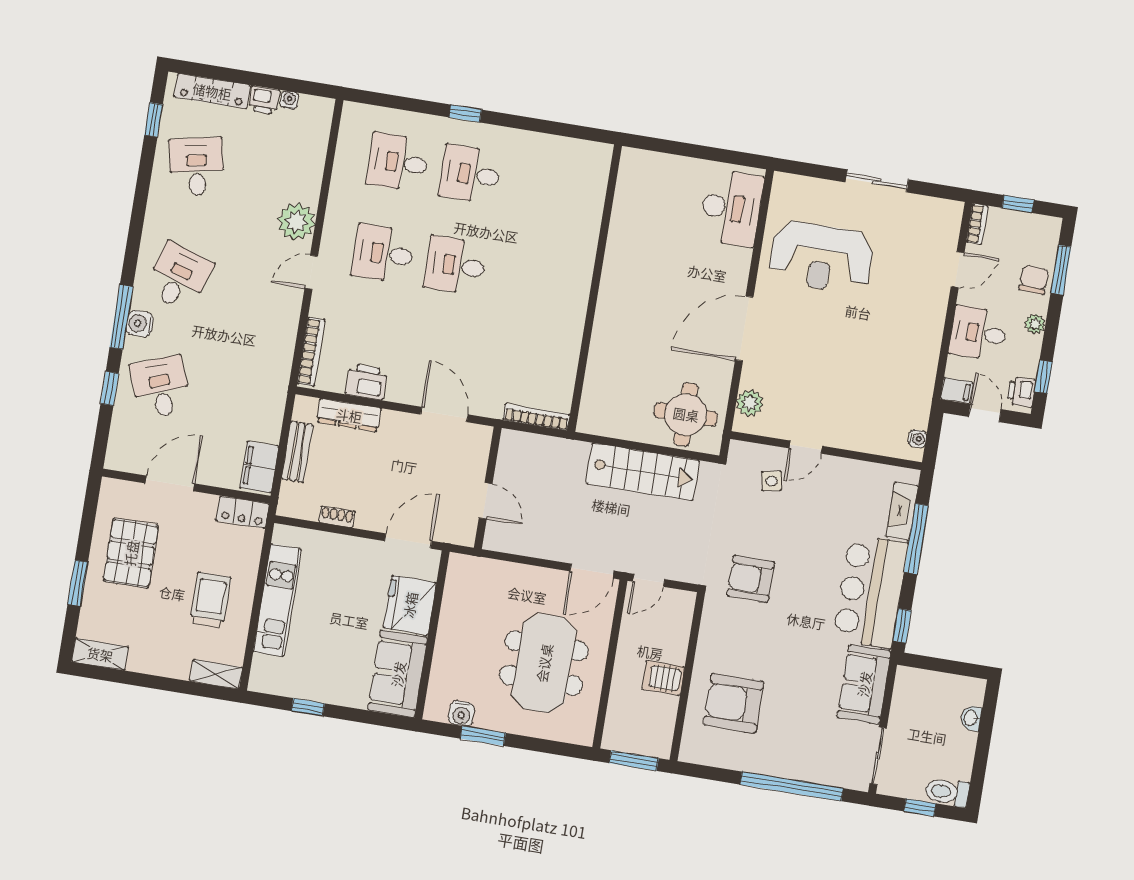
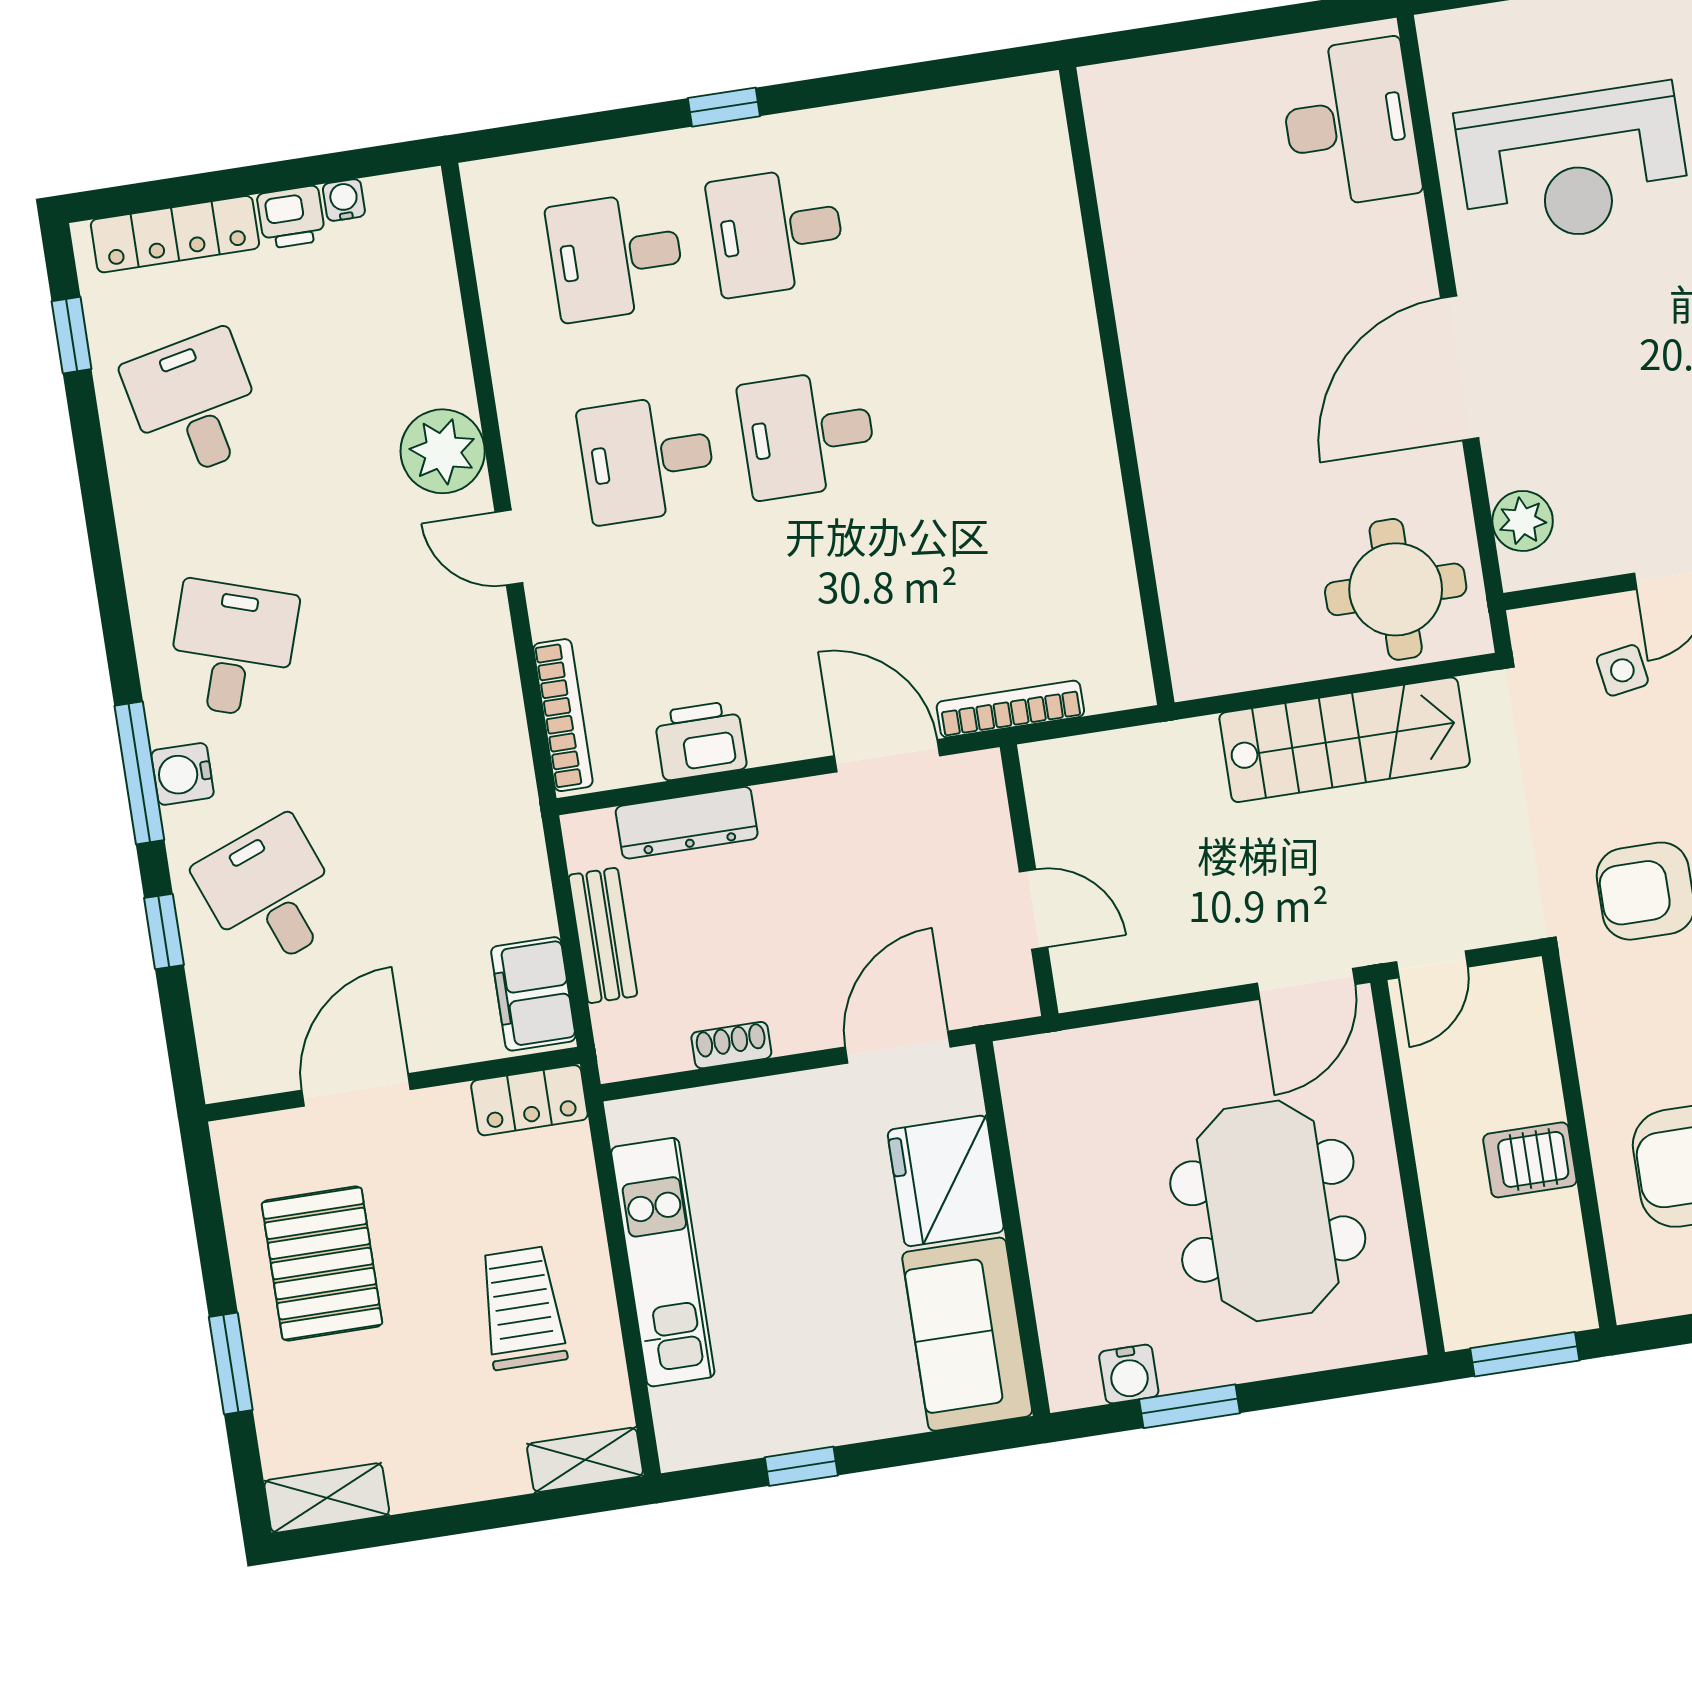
door: (311, 272) -> (509, 548), hinge flipped
bookcase: (536, 417) -> (1010, 709), moved

